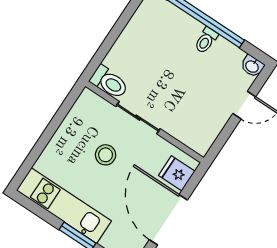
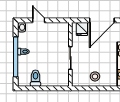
toilet: (109, 82) -> (35, 78), moved
stool: (106, 155) -> (95, 76), moved

